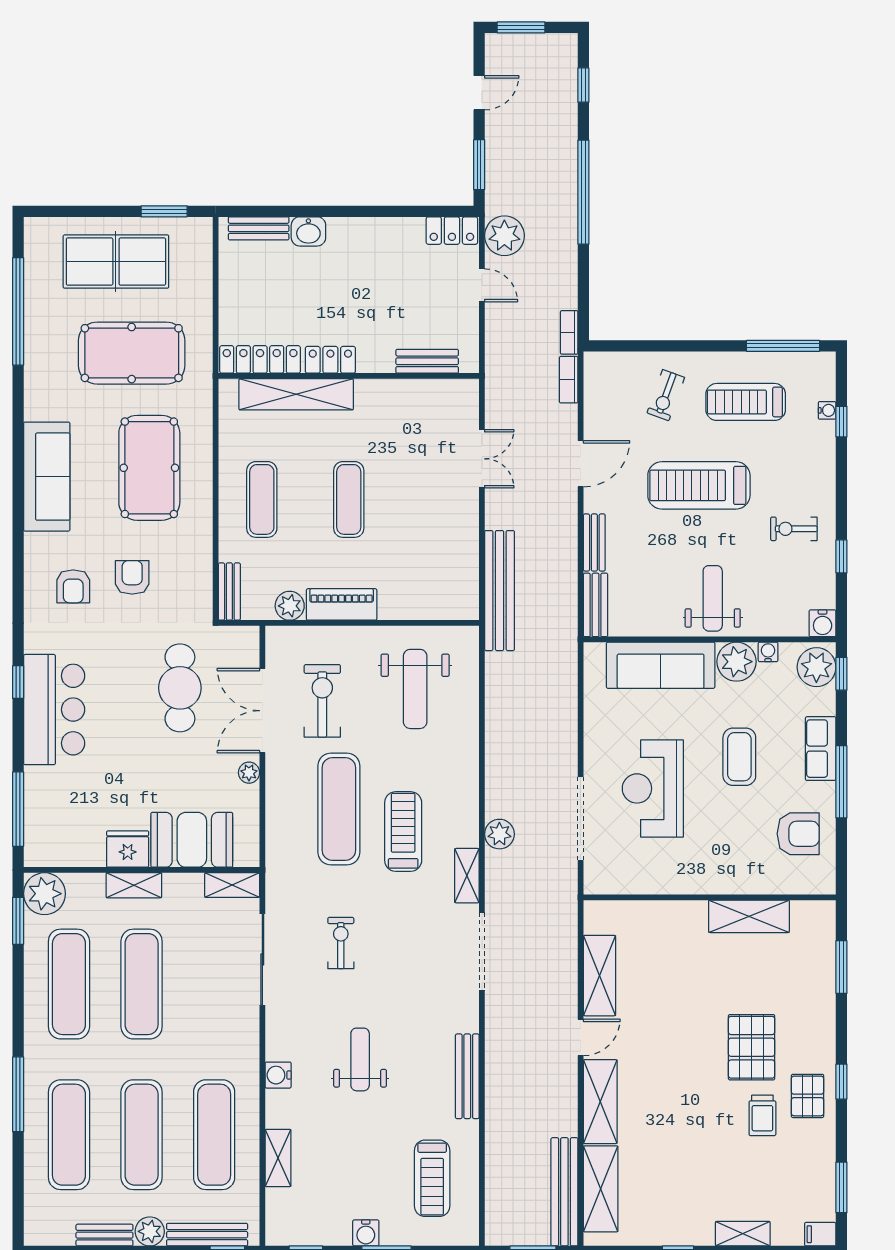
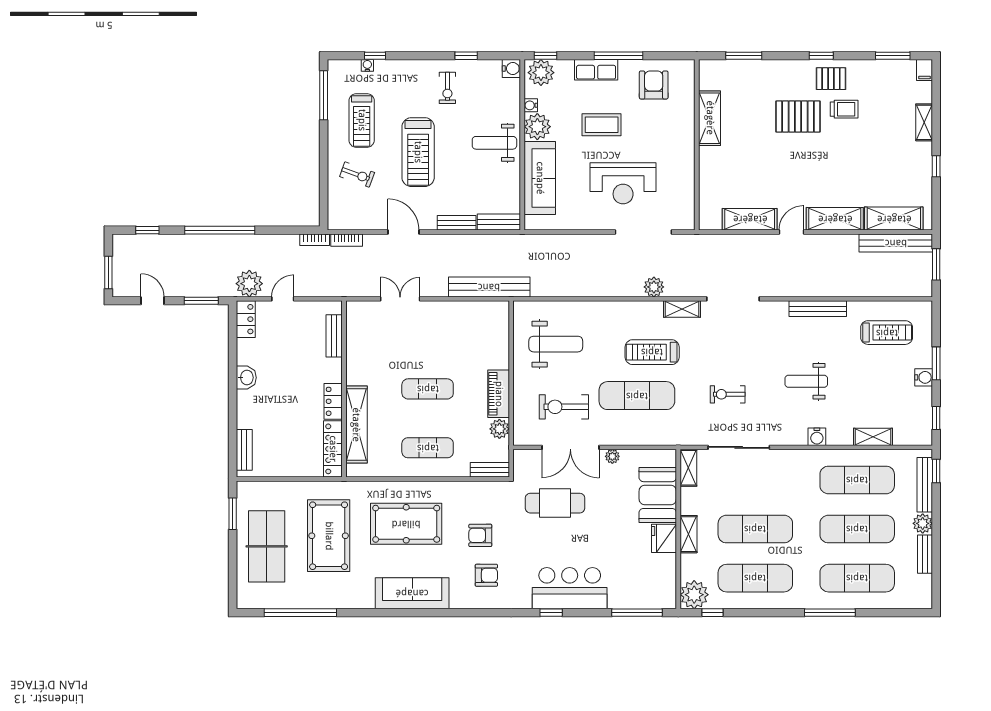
washbasin: (308, 231) -> (246, 378), moved
window: (18, 921) -> (713, 613), width x0.67
door: (581, 1037) -> (791, 232), hinge flipped

